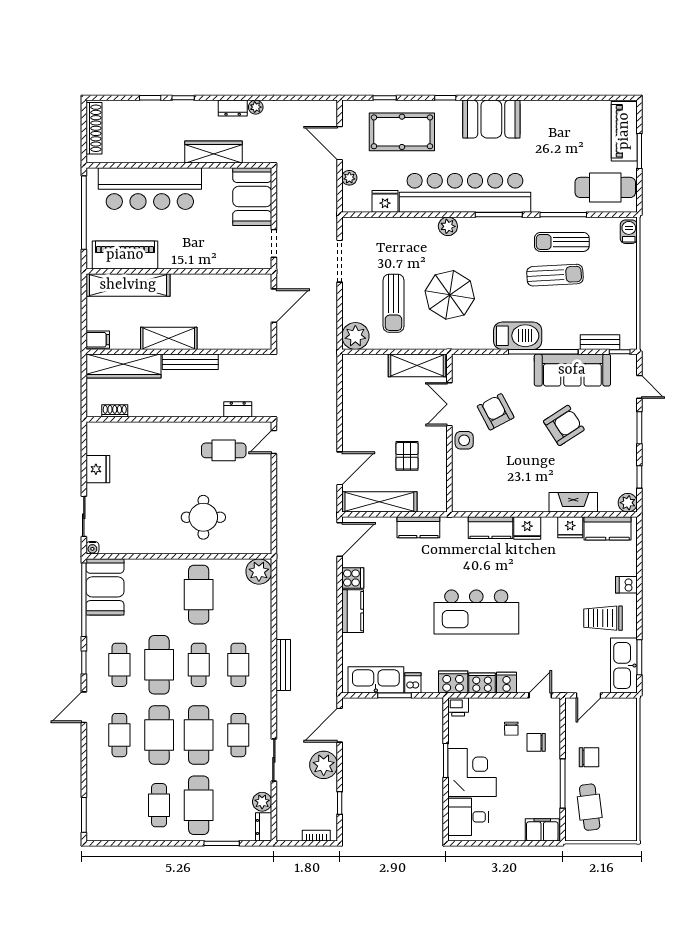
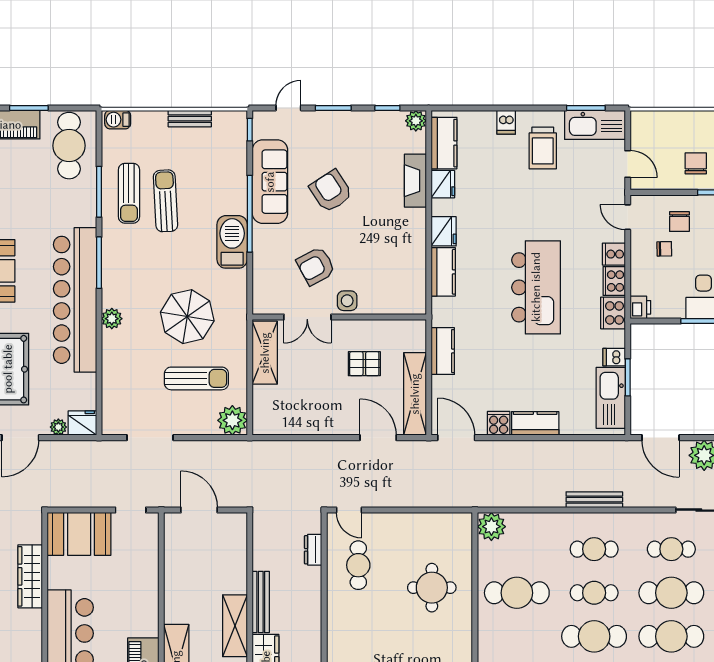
fridge: (385, 201) -> (82, 423), moved, turned 90
bench: (600, 342) -> (190, 119), moved, turned 90

